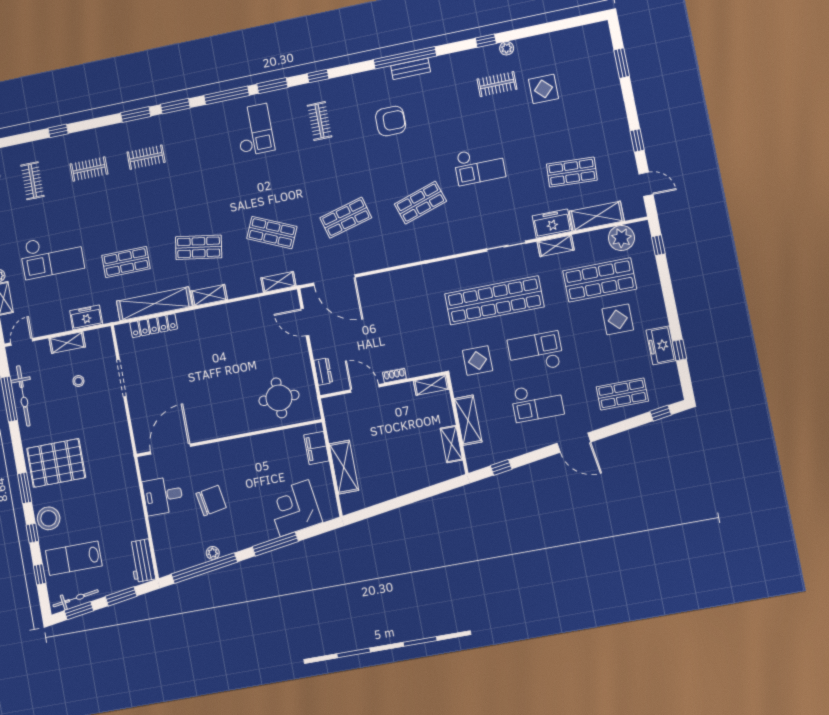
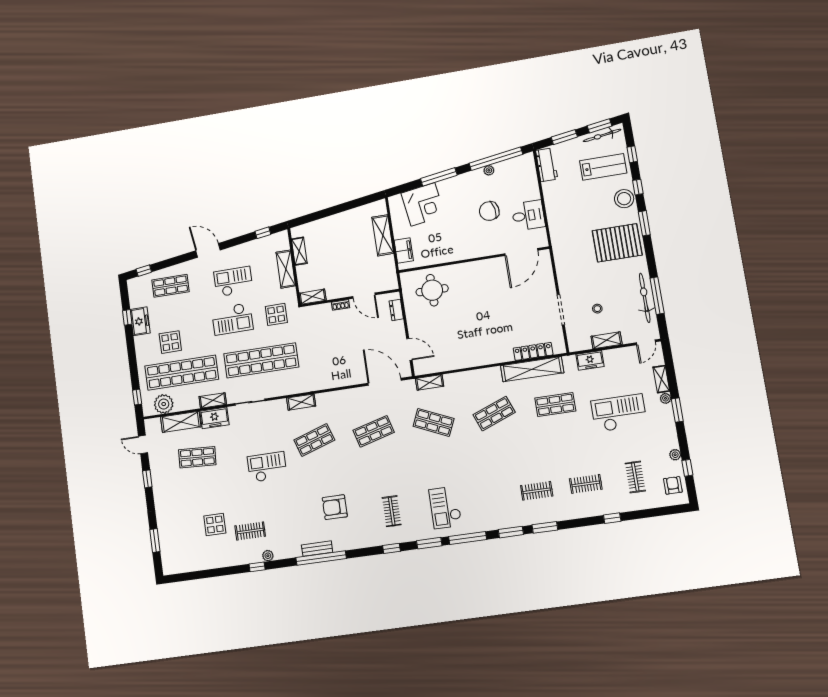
plant: (507, 48) -> (268, 556), moved
shop shelf: (199, 247) -> (494, 414), turned -30
shop shelf: (600, 280) -> (182, 373), width x1.40
shelving: (209, 295) -> (301, 402), moved

